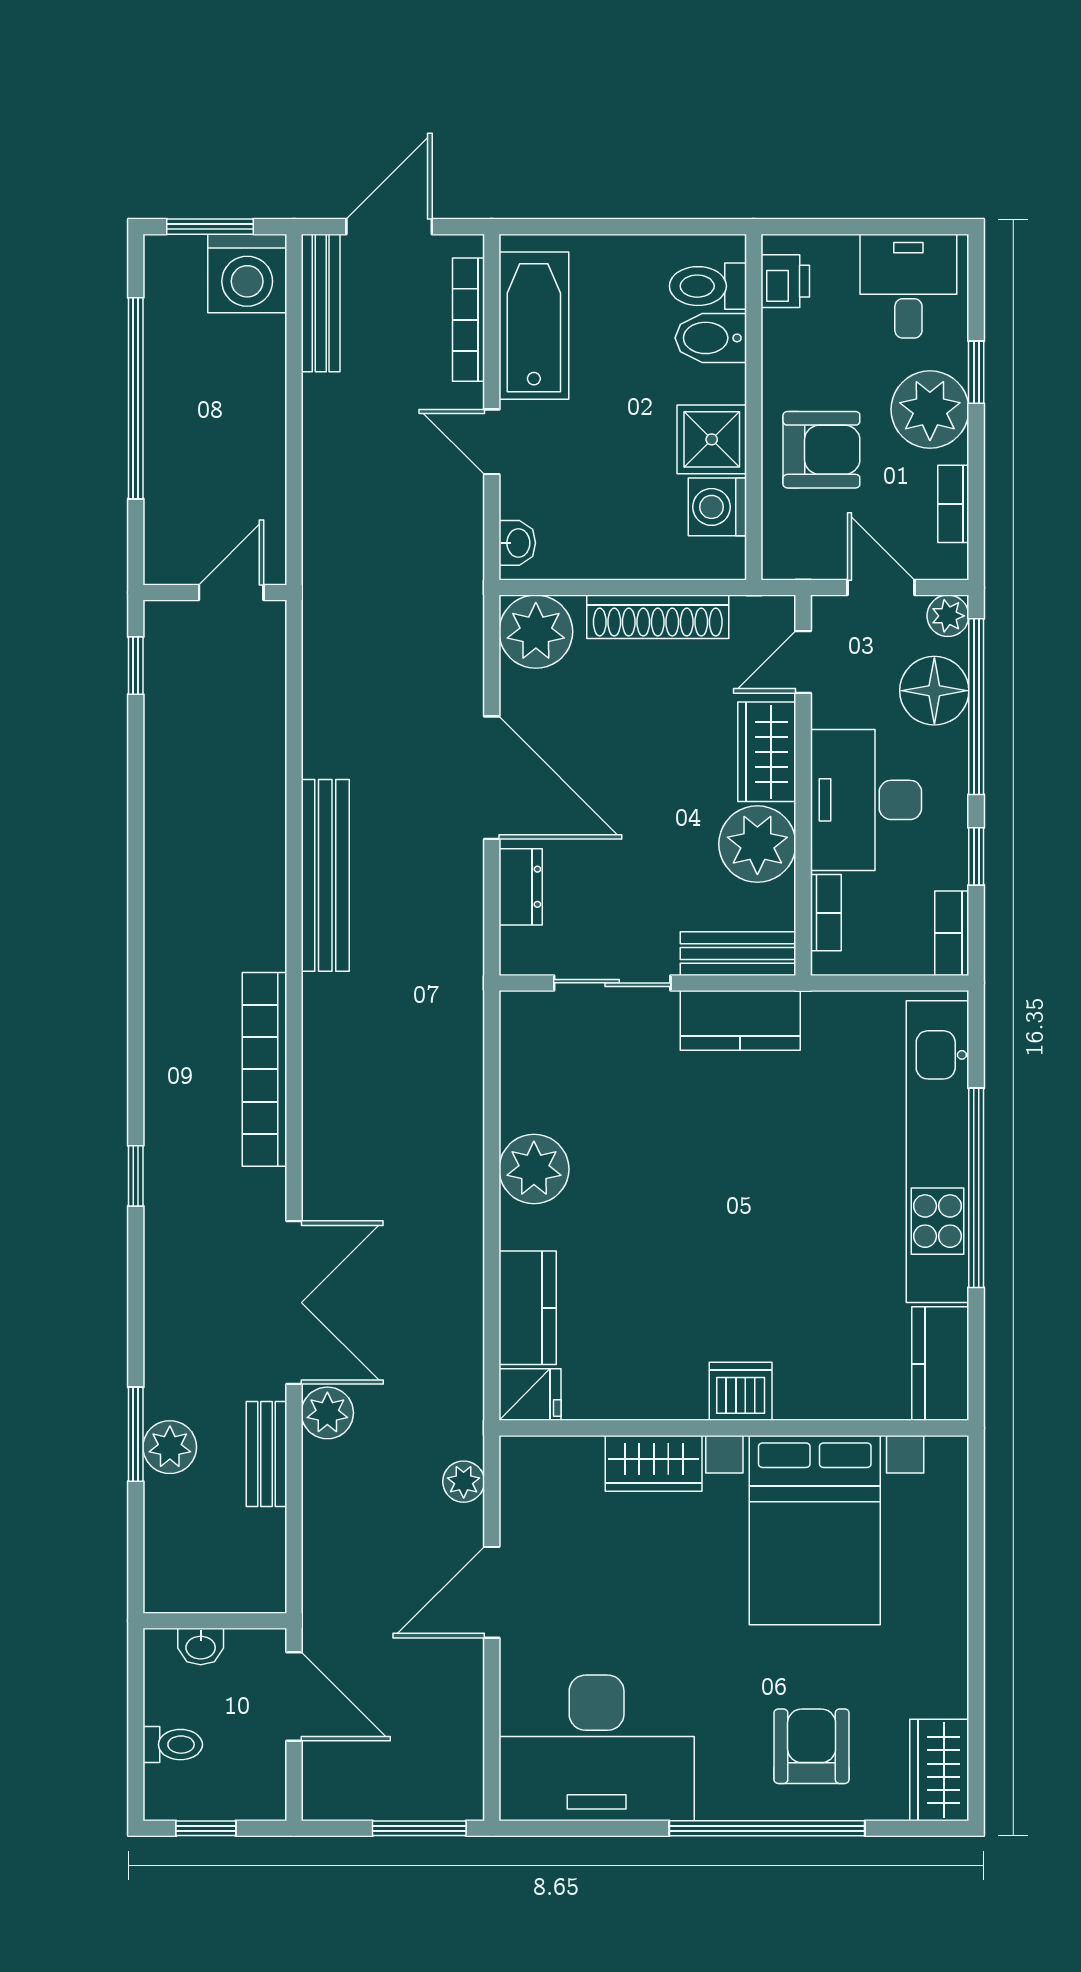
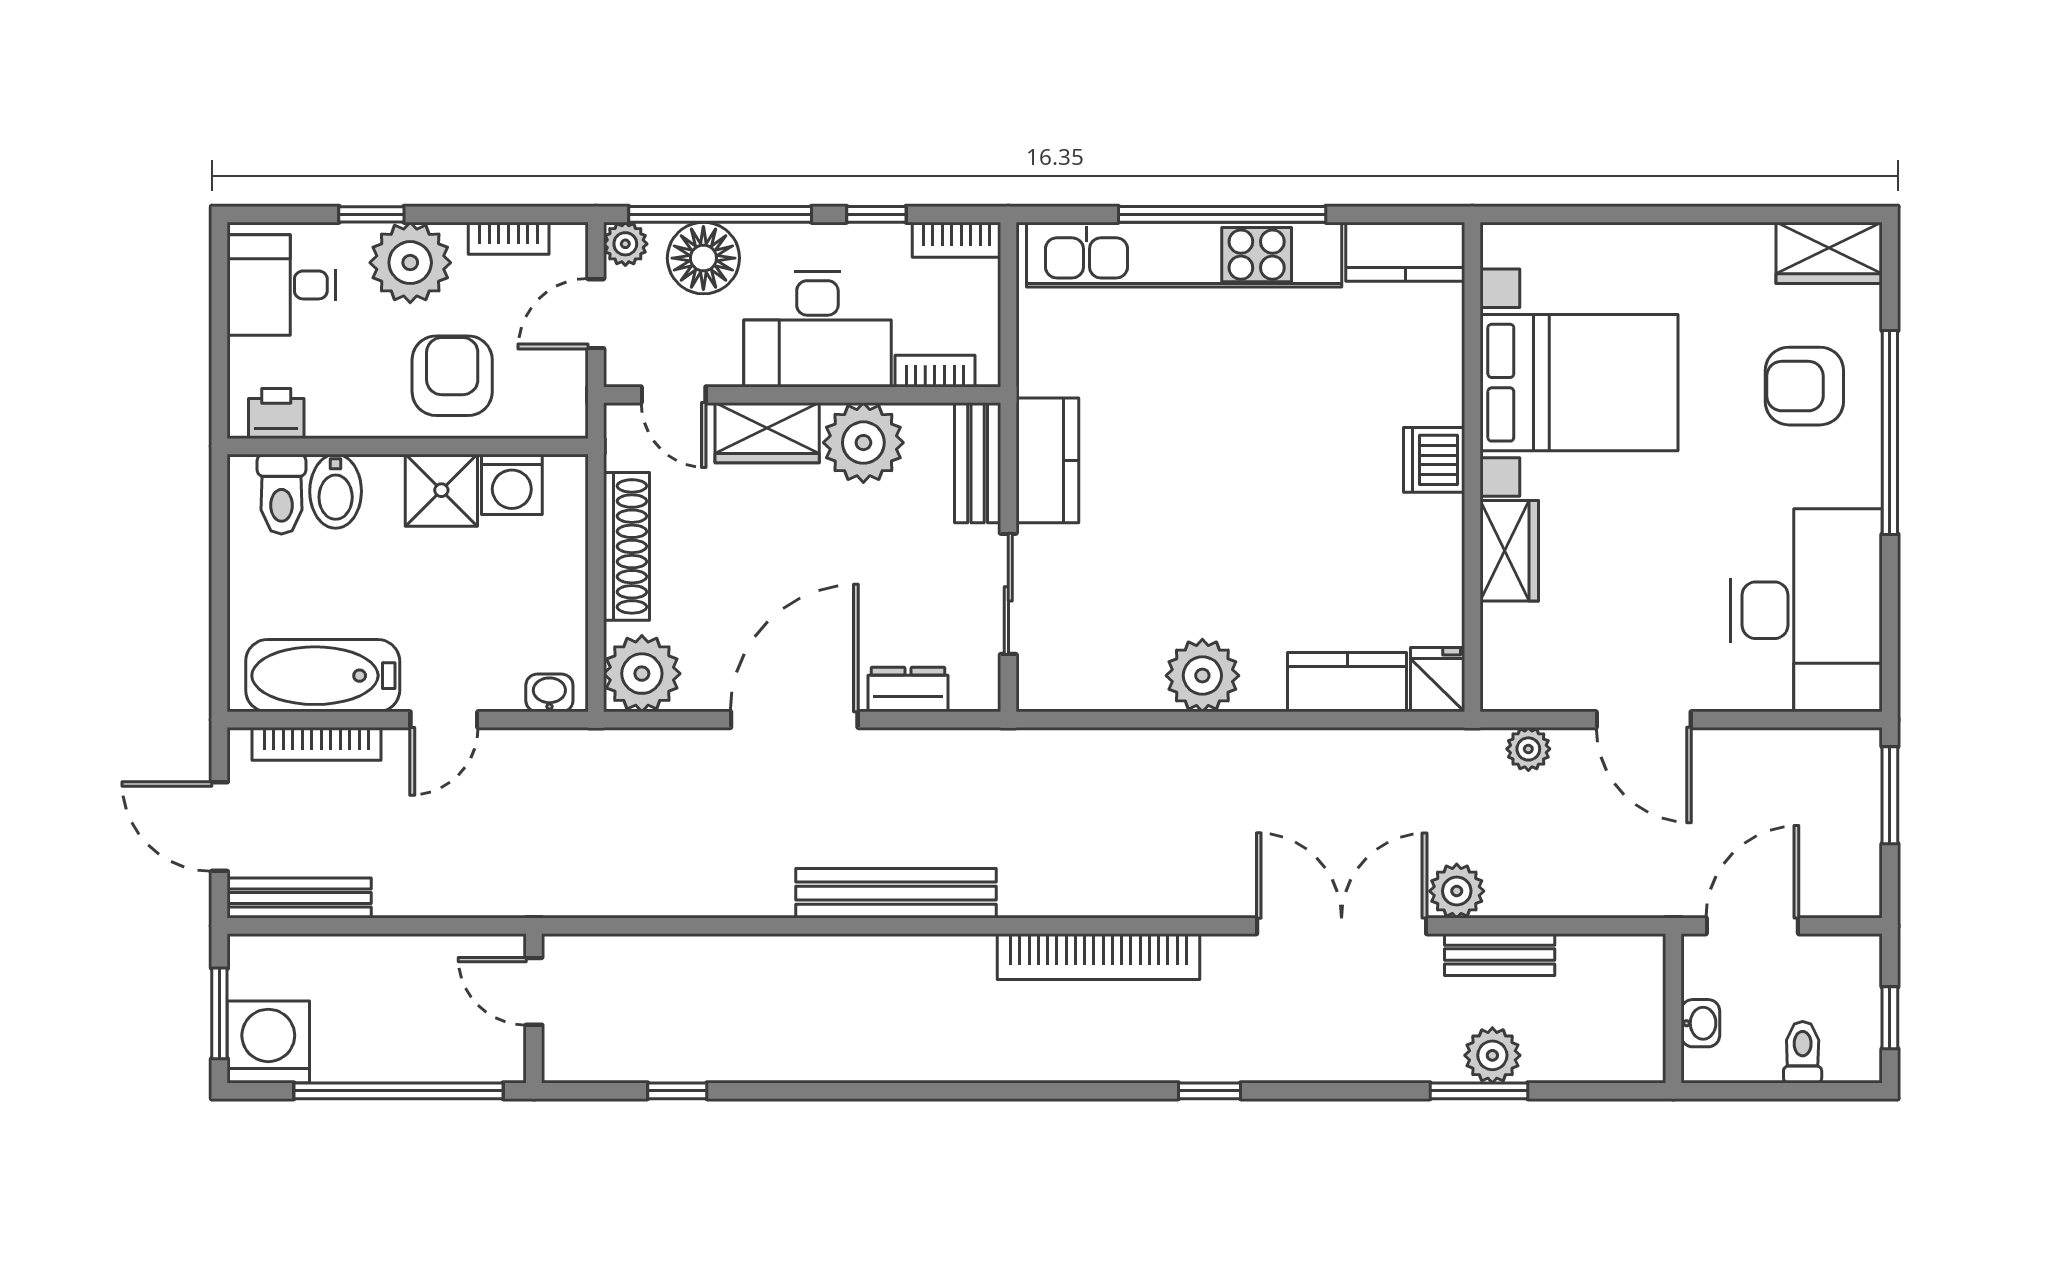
washing machine: (247, 273) -> (268, 1042), moved, turned -90
wall: (215, 592) -> (534, 1008), moved
door: (231, 592) -> (534, 991), moved

